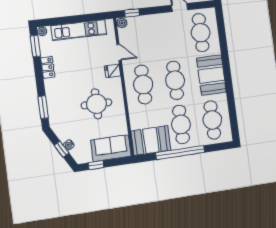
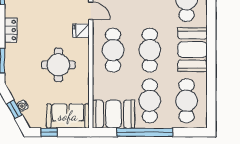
locker: (48, 67) -> (11, 30), moved

